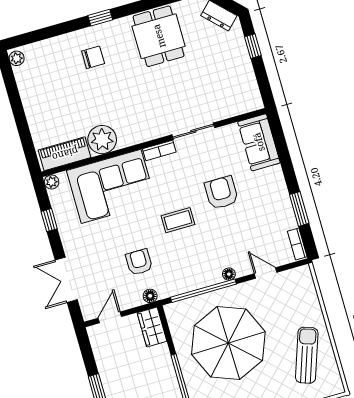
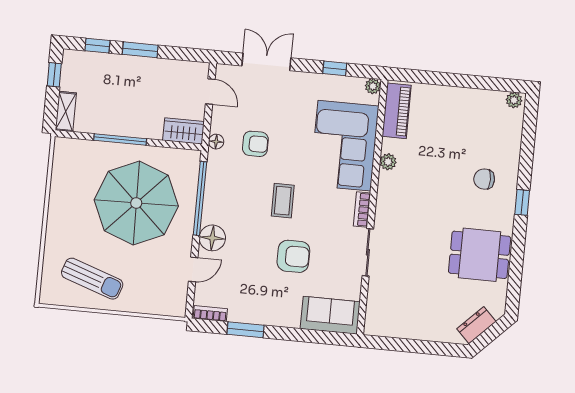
window: (253, 46) -> (431, 348), removed
chair: (93, 57) -> (484, 179), turned 90
plant: (102, 140) -> (388, 162), width x0.53, depth x0.53
floor lamp: (229, 274) -> (212, 238), width x1.89, depth x1.89

